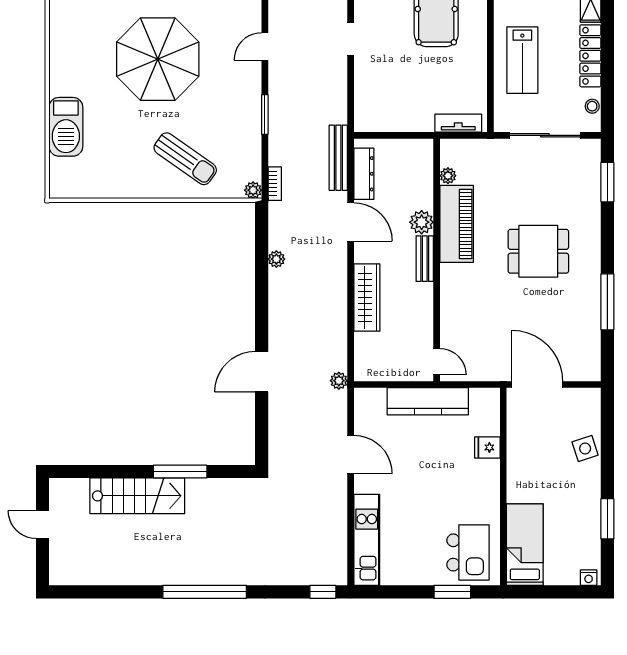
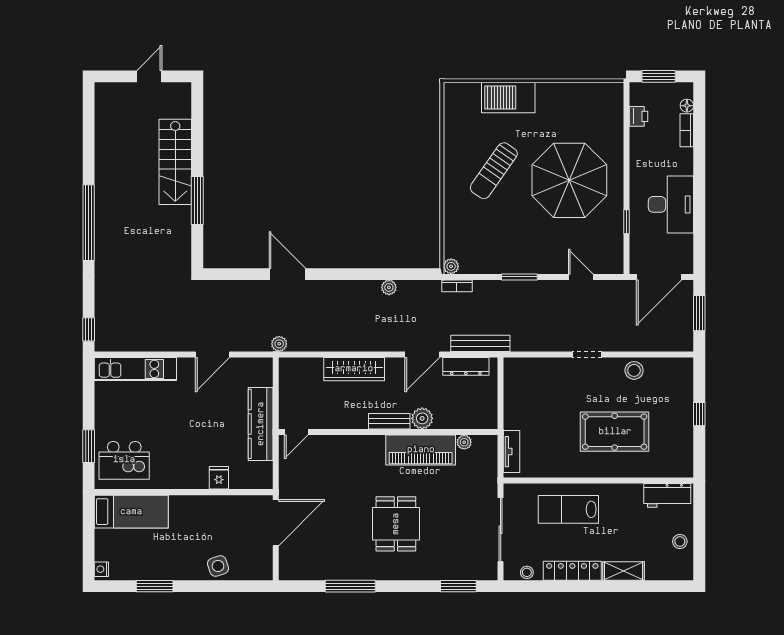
sun lounger: (185, 159) -> (494, 171), moved

